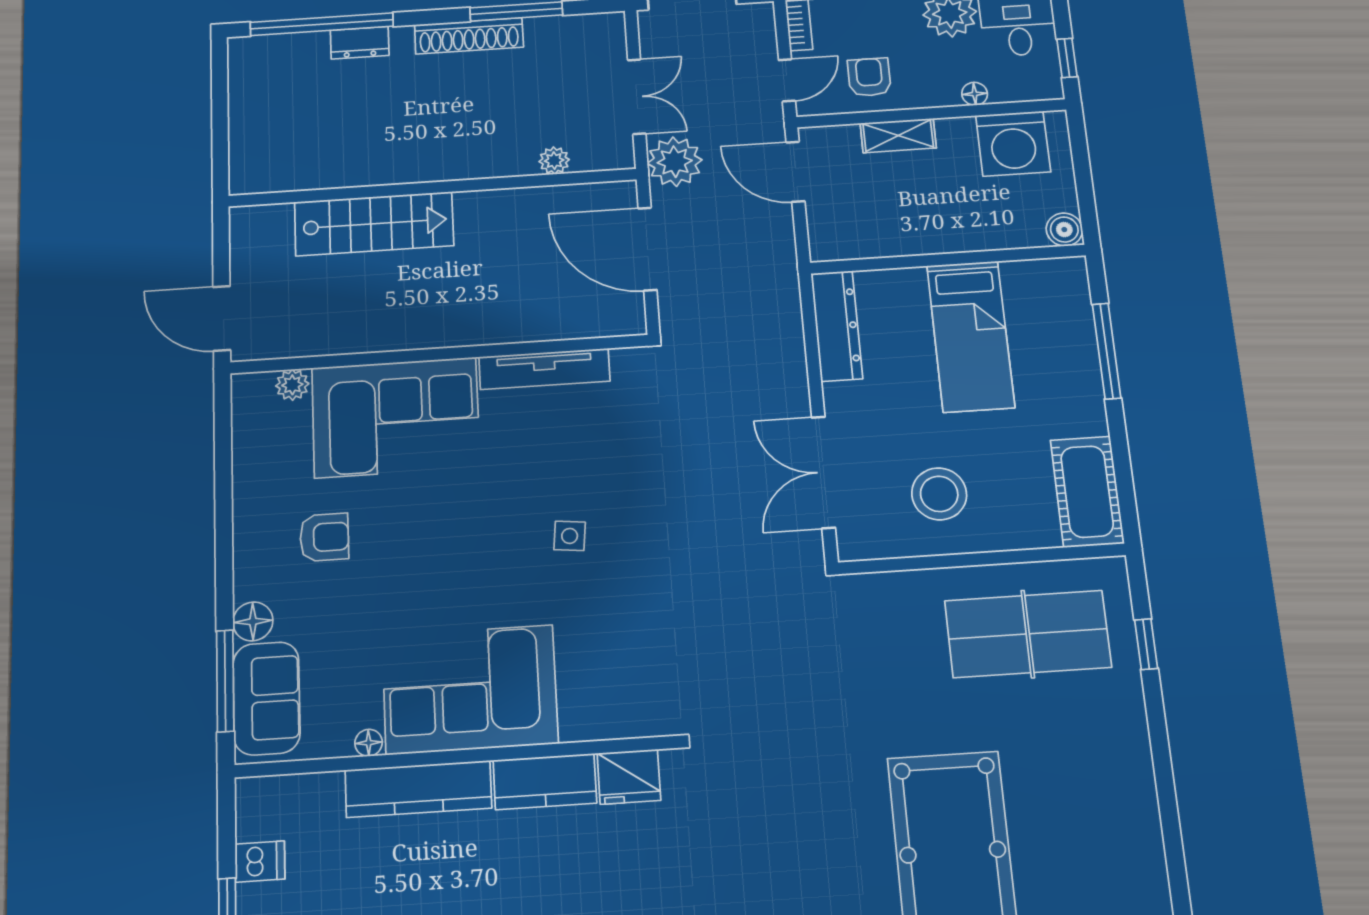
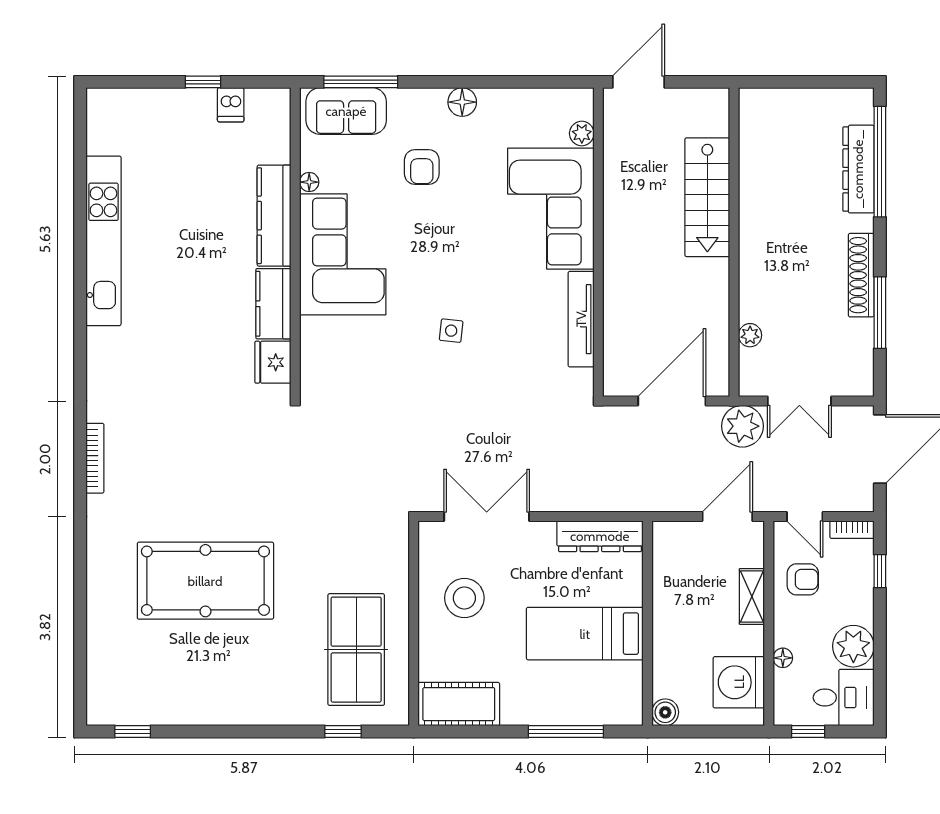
dresser: (360, 43) -> (858, 169), width x1.96, depth x1.24
armchair: (324, 537) -> (422, 167), moved
floor lamp: (253, 621) -> (462, 102), moved

